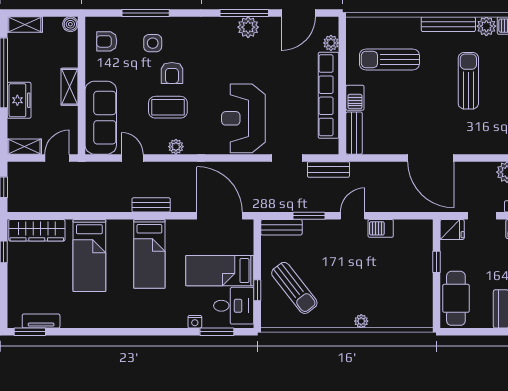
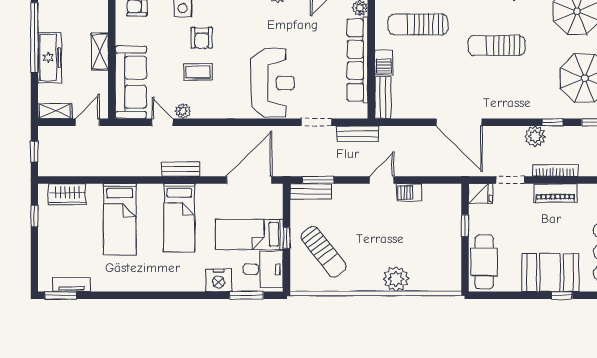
sun lounger: (468, 81) -> (497, 45), turned -90
freezer: (19, 100) -> (50, 58), width x1.40
coffee table: (168, 107) -> (198, 72), width x0.73, depth x0.77
reception desk: (243, 118) -> (273, 83), turned 180
plant: (176, 147) -> (183, 111), moved
door: (220, 216) -> (249, 180), hinge flipped
window: (309, 216) -> (318, 180), moved
wardrobe: (37, 230) -> (67, 194), width x0.67
window: (257, 290) -> (287, 238), moved
plant: (361, 321) -> (396, 279), width x1.88, depth x1.88
nightstand: (195, 322) -> (218, 280), width x1.89, depth x1.79

